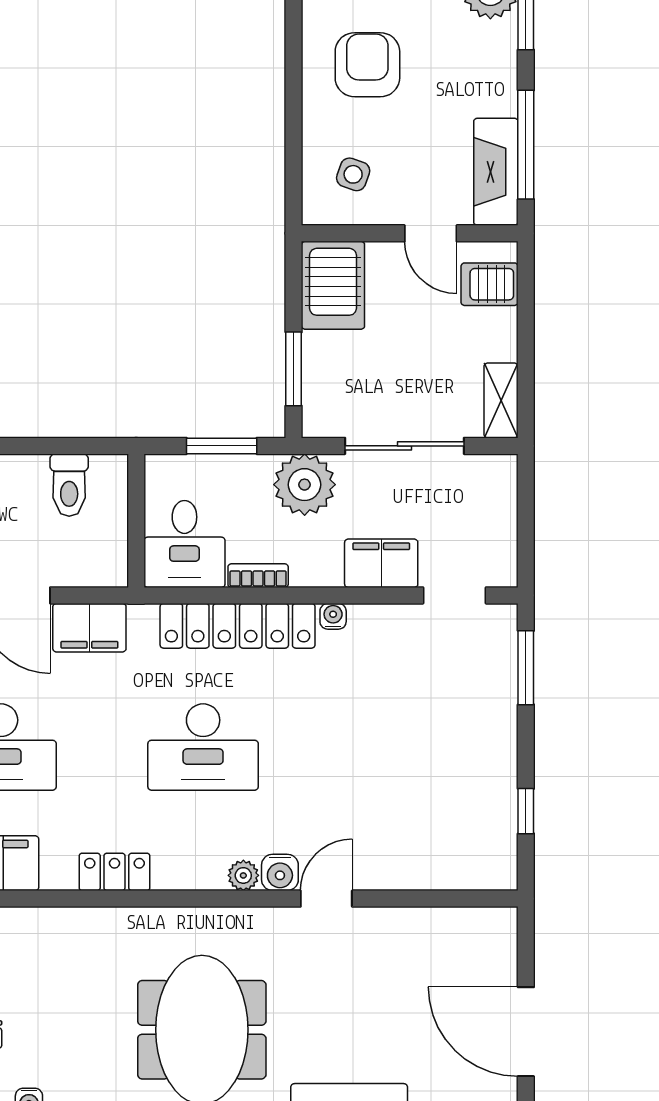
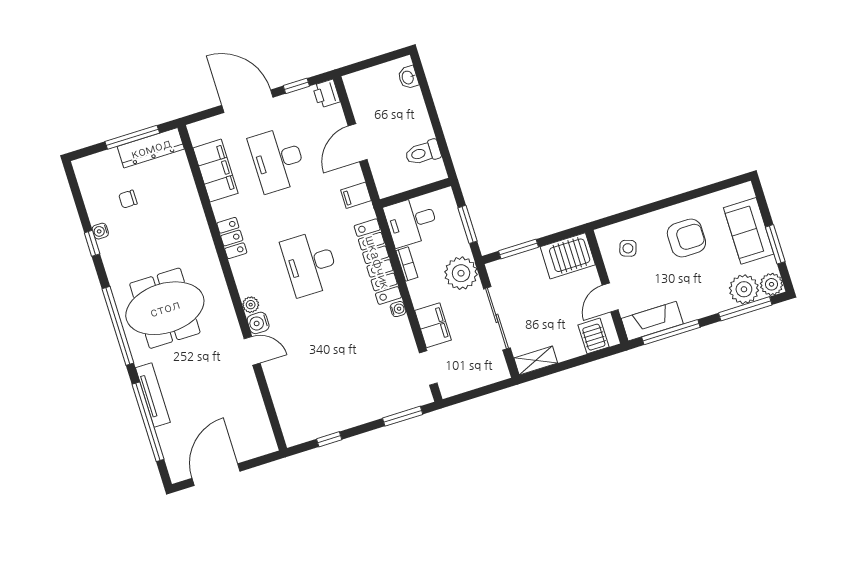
filing cabinet: (89, 628) -> (356, 195), width x0.50

